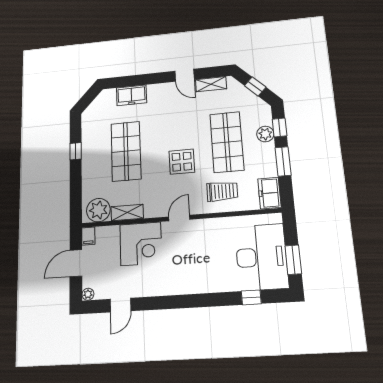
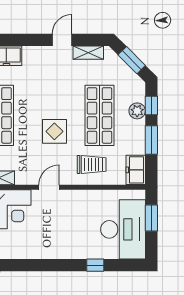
door: (185, 75) -> (62, 40), swing flipped
window: (255, 86) -> (132, 60), width x1.50
window: (293, 260) -> (151, 218), moved
window: (251, 297) -> (95, 265), moved

